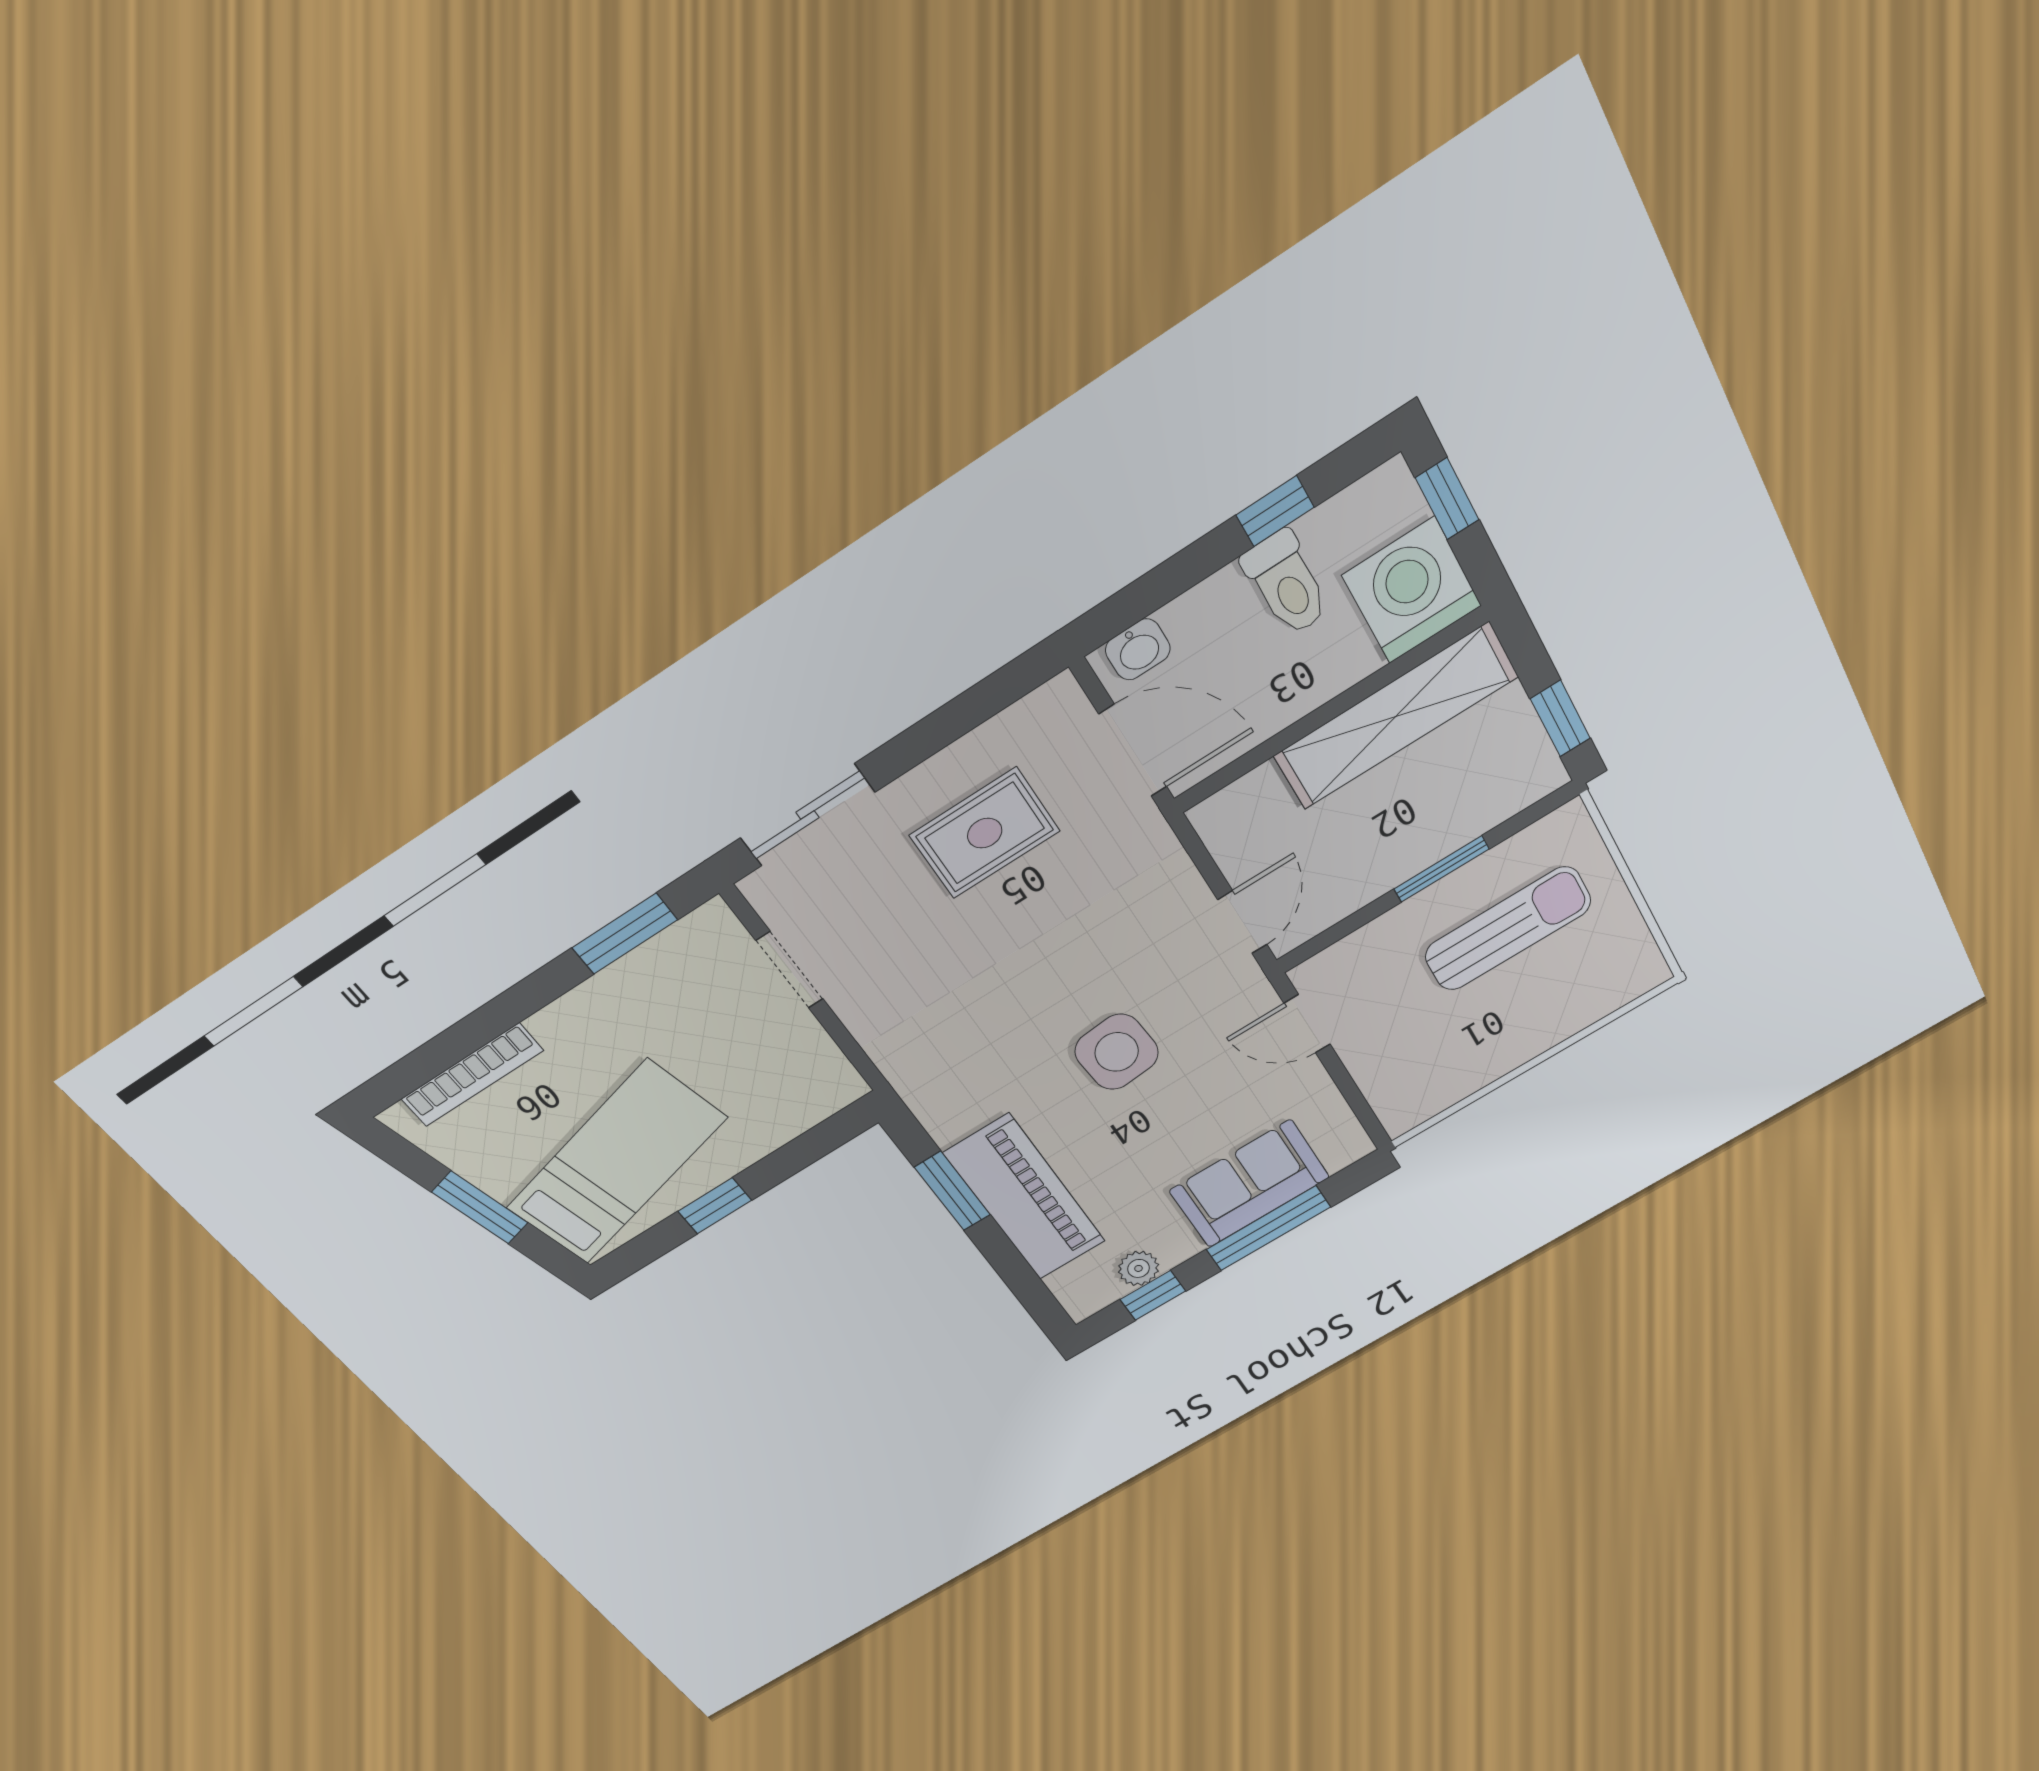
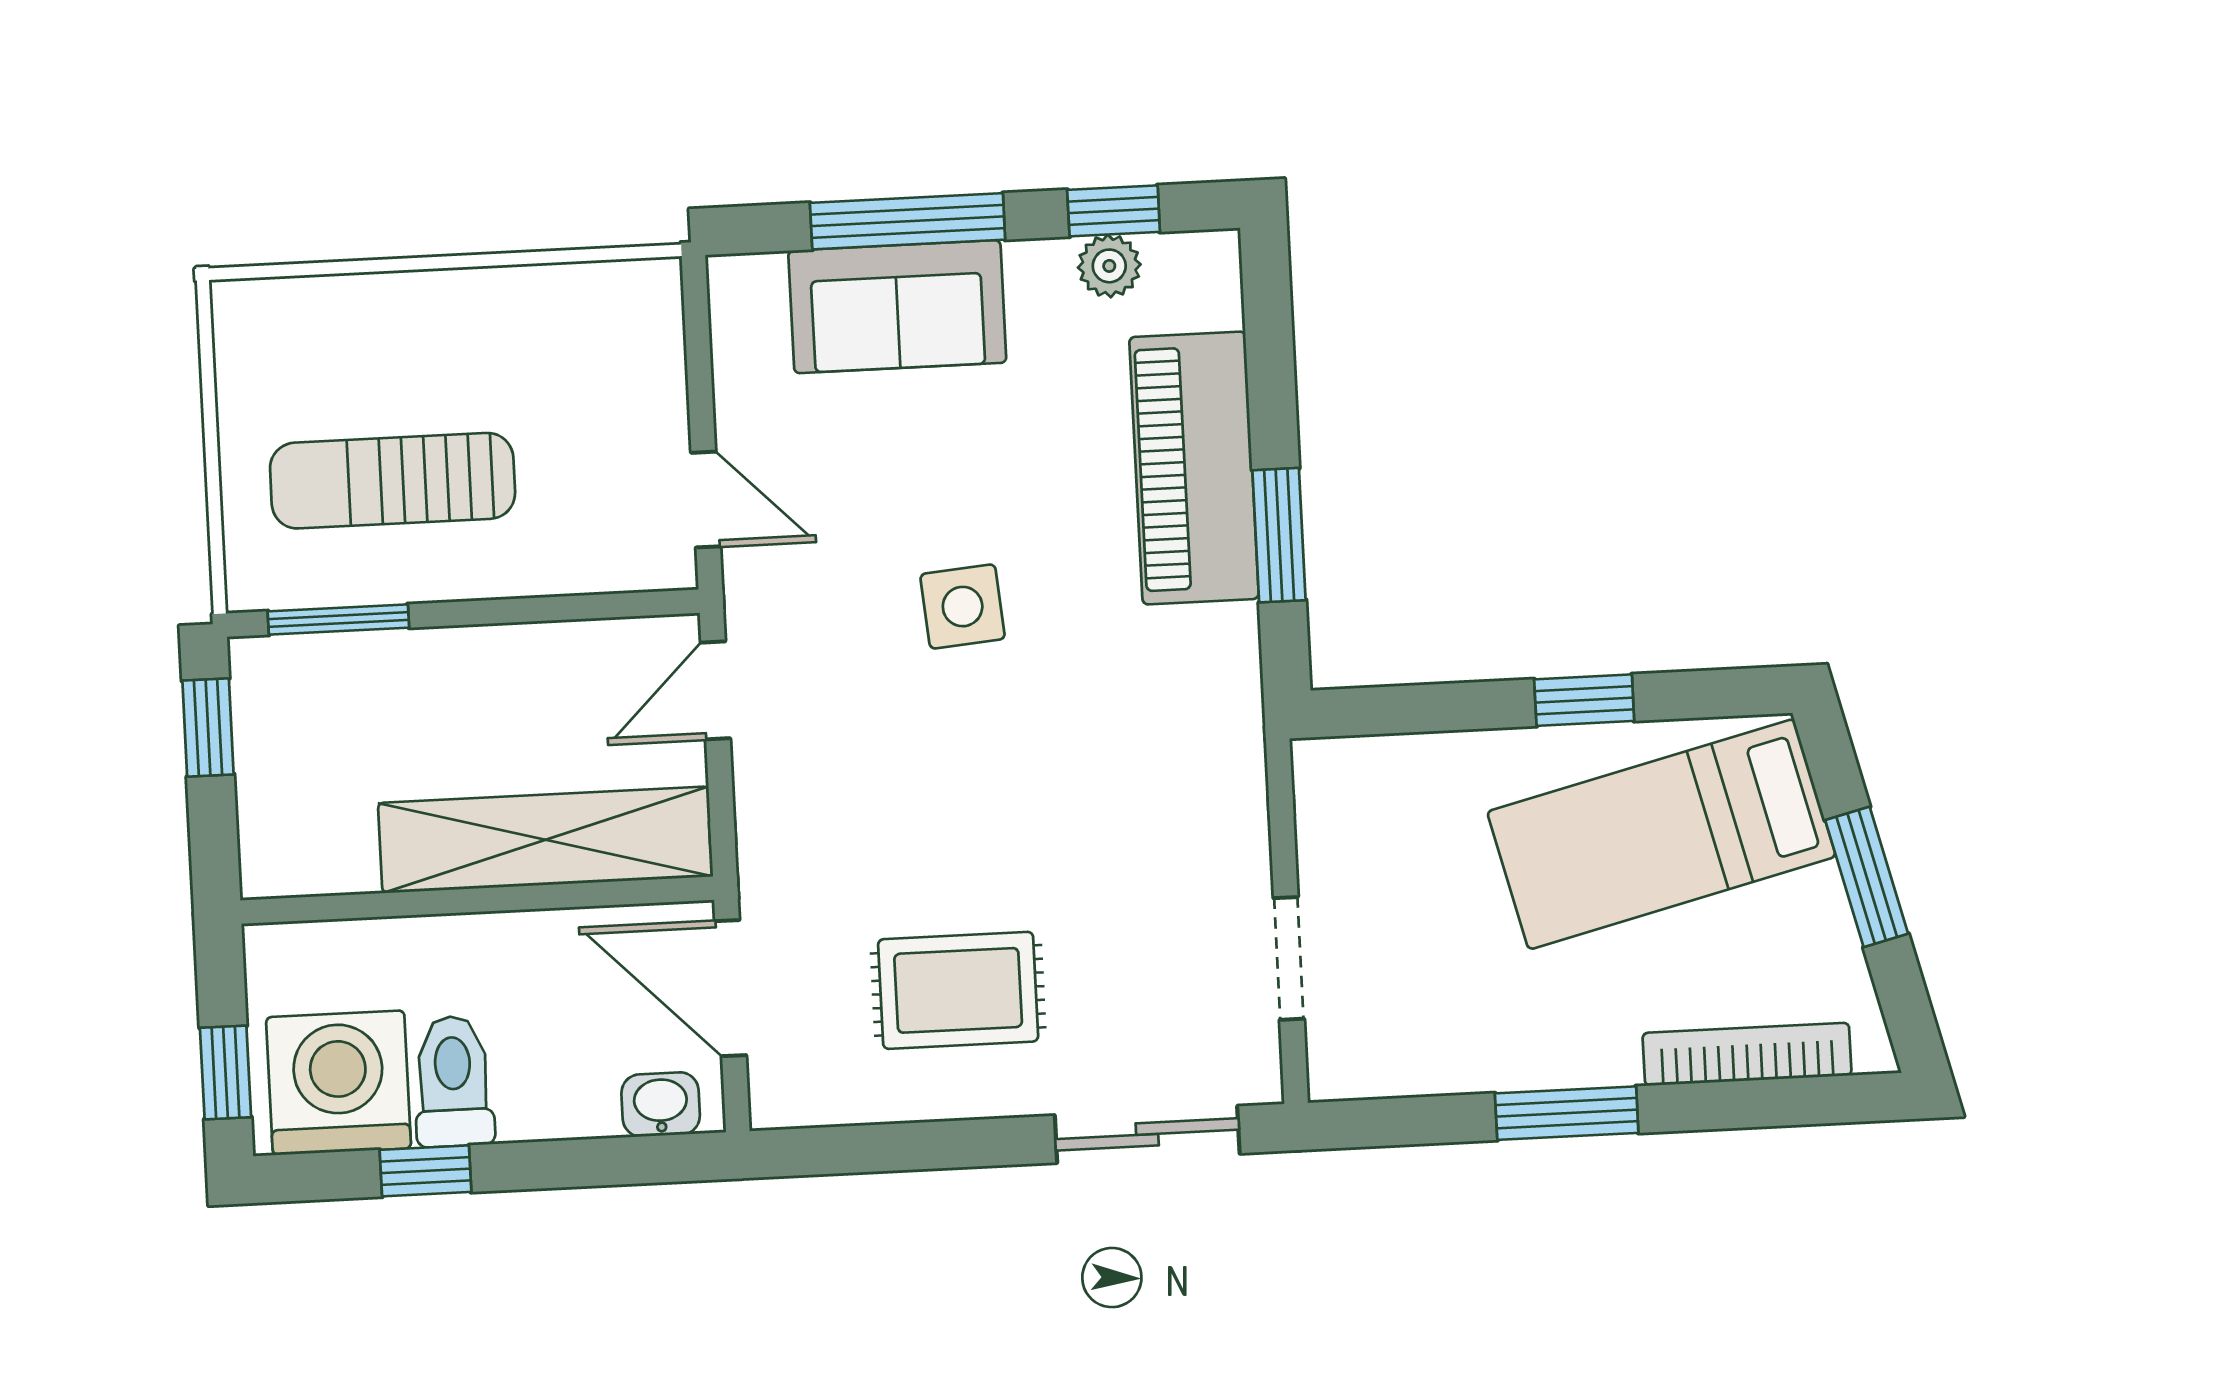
washing machine: (1412, 591) -> (339, 1083), moved, turned 180
shelving: (1396, 717) -> (546, 840), moved
window: (1441, 869) -> (338, 619), moved
window: (625, 934) -> (1567, 1113), moved
side table: (1117, 1052) -> (963, 607), width x0.73, depth x0.73

